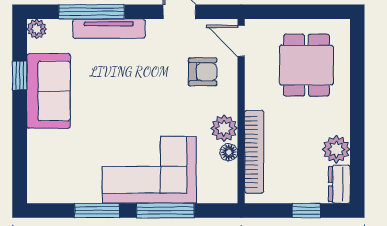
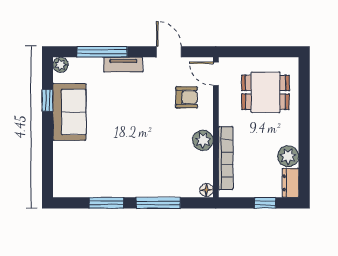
tv unit: (109, 29) -> (123, 65), width x0.71
dining table: (306, 65) -> (265, 92), turned 90
floor lamp: (229, 152) -> (206, 190), moved
corner sofa: (149, 170) -> (146, 172), removed

